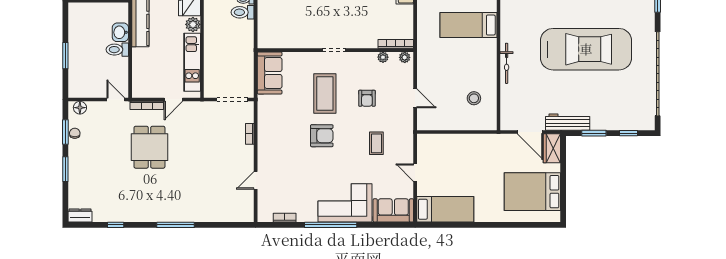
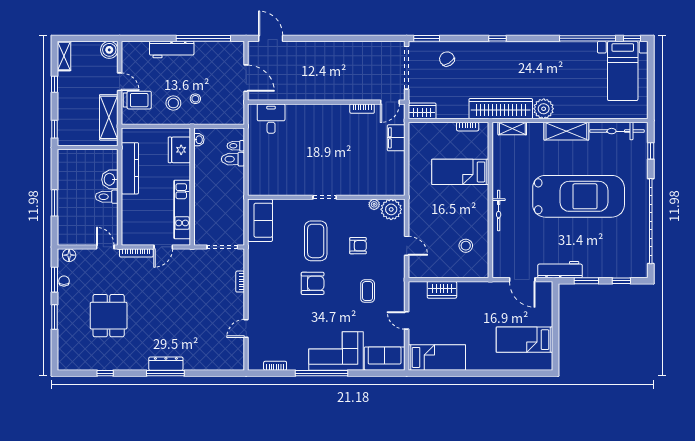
plant: (193, 24) -> (183, 171), removed
bookcase: (396, 44) -> (387, 191), removed
plant: (405, 57) -> (391, 209), width x1.88, depth x1.88
armchair: (367, 98) -> (358, 246), turned -90
dining table: (149, 147) -> (109, 316), moved
wardrobe: (552, 148) -> (442, 290), moved, turned -90
bed: (532, 192) -> (524, 340), width x0.67
dresser: (80, 215) -> (166, 364), moved, width x1.44

